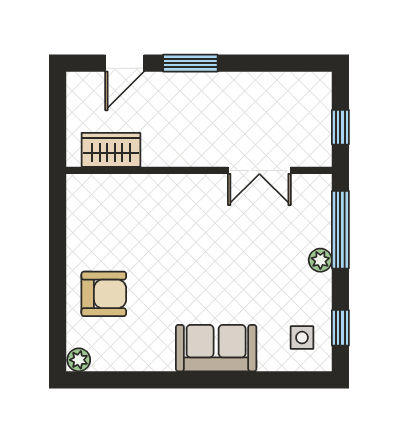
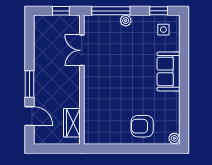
double door: (259, 170) -> (82, 50), swing flipped
armchair: (104, 294) -> (142, 126), turned -90

